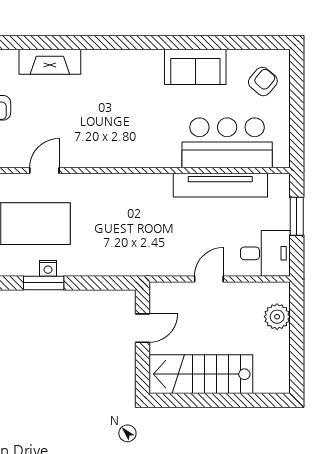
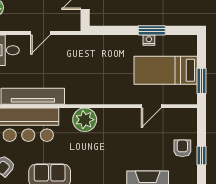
plant: (143, 150) -> (85, 120), added

